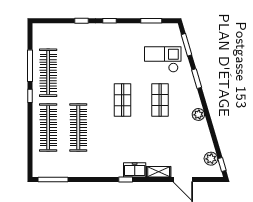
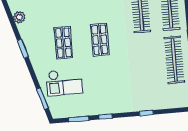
window: (109, 21) -> (106, 117), moved
window: (197, 79) -> (23, 49), moved
plant: (198, 114) -> (19, 17), moved

